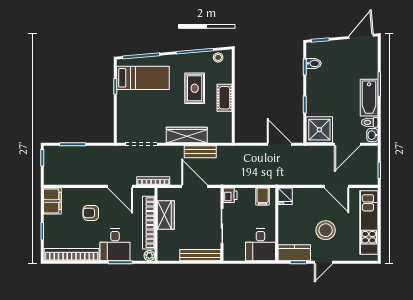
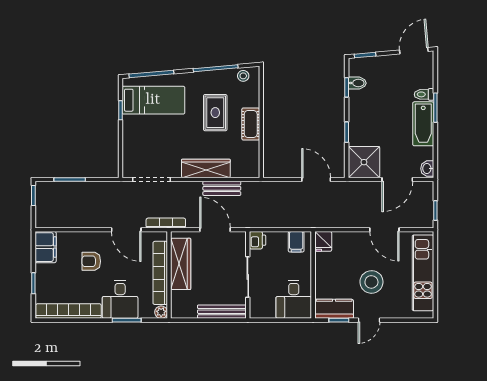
toilet: (370, 122) -> (424, 94), moved
wardrobe: (166, 215) -> (181, 264), width x1.50

